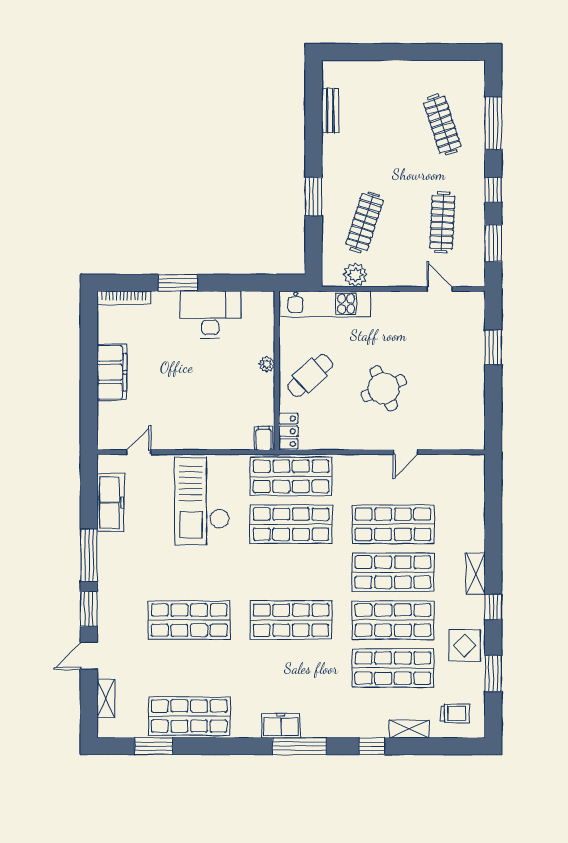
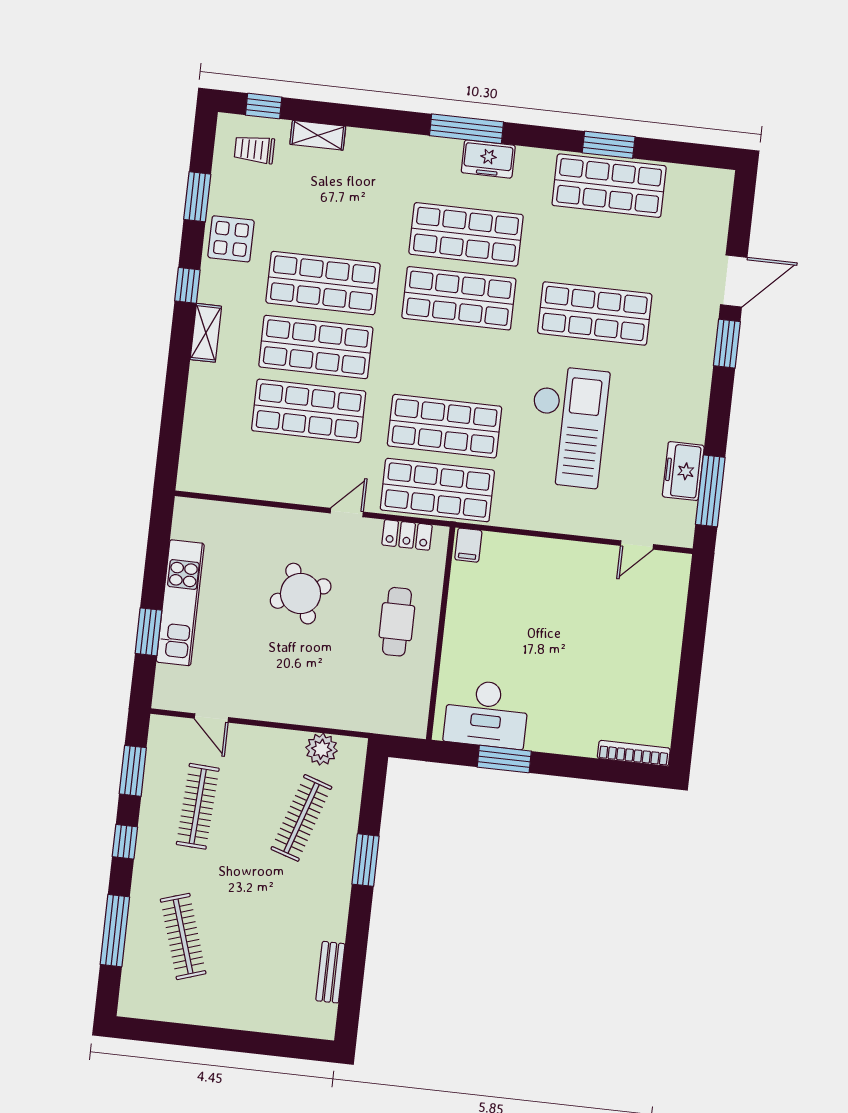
window: (178, 283) -> (504, 759), moved
kitchen unit: (325, 304) -> (180, 603), moved, turned 90
desk: (210, 315) -> (486, 714), moved
plant: (267, 364) -> (453, 643), removed
filing cabinet: (112, 372) -> (661, 656), removed
cafe table: (310, 375) -> (397, 622), turned -48
locker: (288, 431) -> (407, 535), moved, turned -90
door: (406, 452) -> (347, 512), moved
checkout: (202, 501) -> (567, 427), moved
freezer: (111, 503) -> (683, 471), width x0.71
window: (89, 555) -> (710, 491), moved
door: (89, 656) -> (734, 281), width x1.38
shop shelf: (393, 668) -> (466, 234), moved
shelving: (106, 698) -> (718, 222), removed
window: (154, 746) -> (609, 145), moved
window: (372, 746) -> (264, 106), moved

